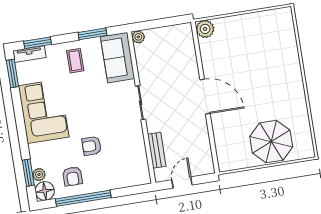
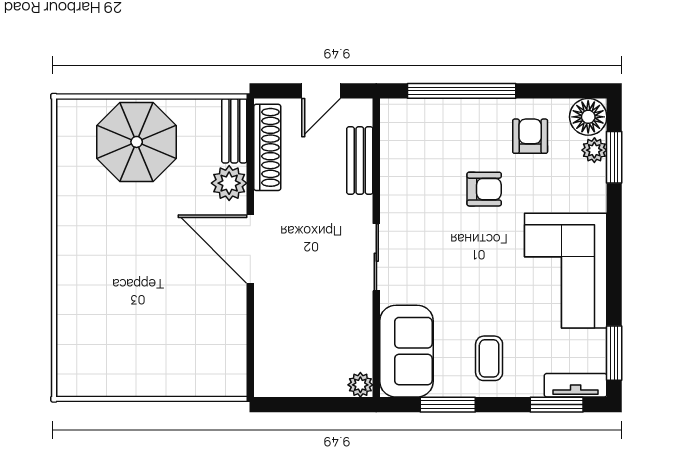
plant: (205, 29) -> (229, 183), moved
shoe rack: (205, 149) -> (267, 147), added
bench: (223, 155) -> (234, 131), added
window: (83, 198) -> (462, 91), moved

